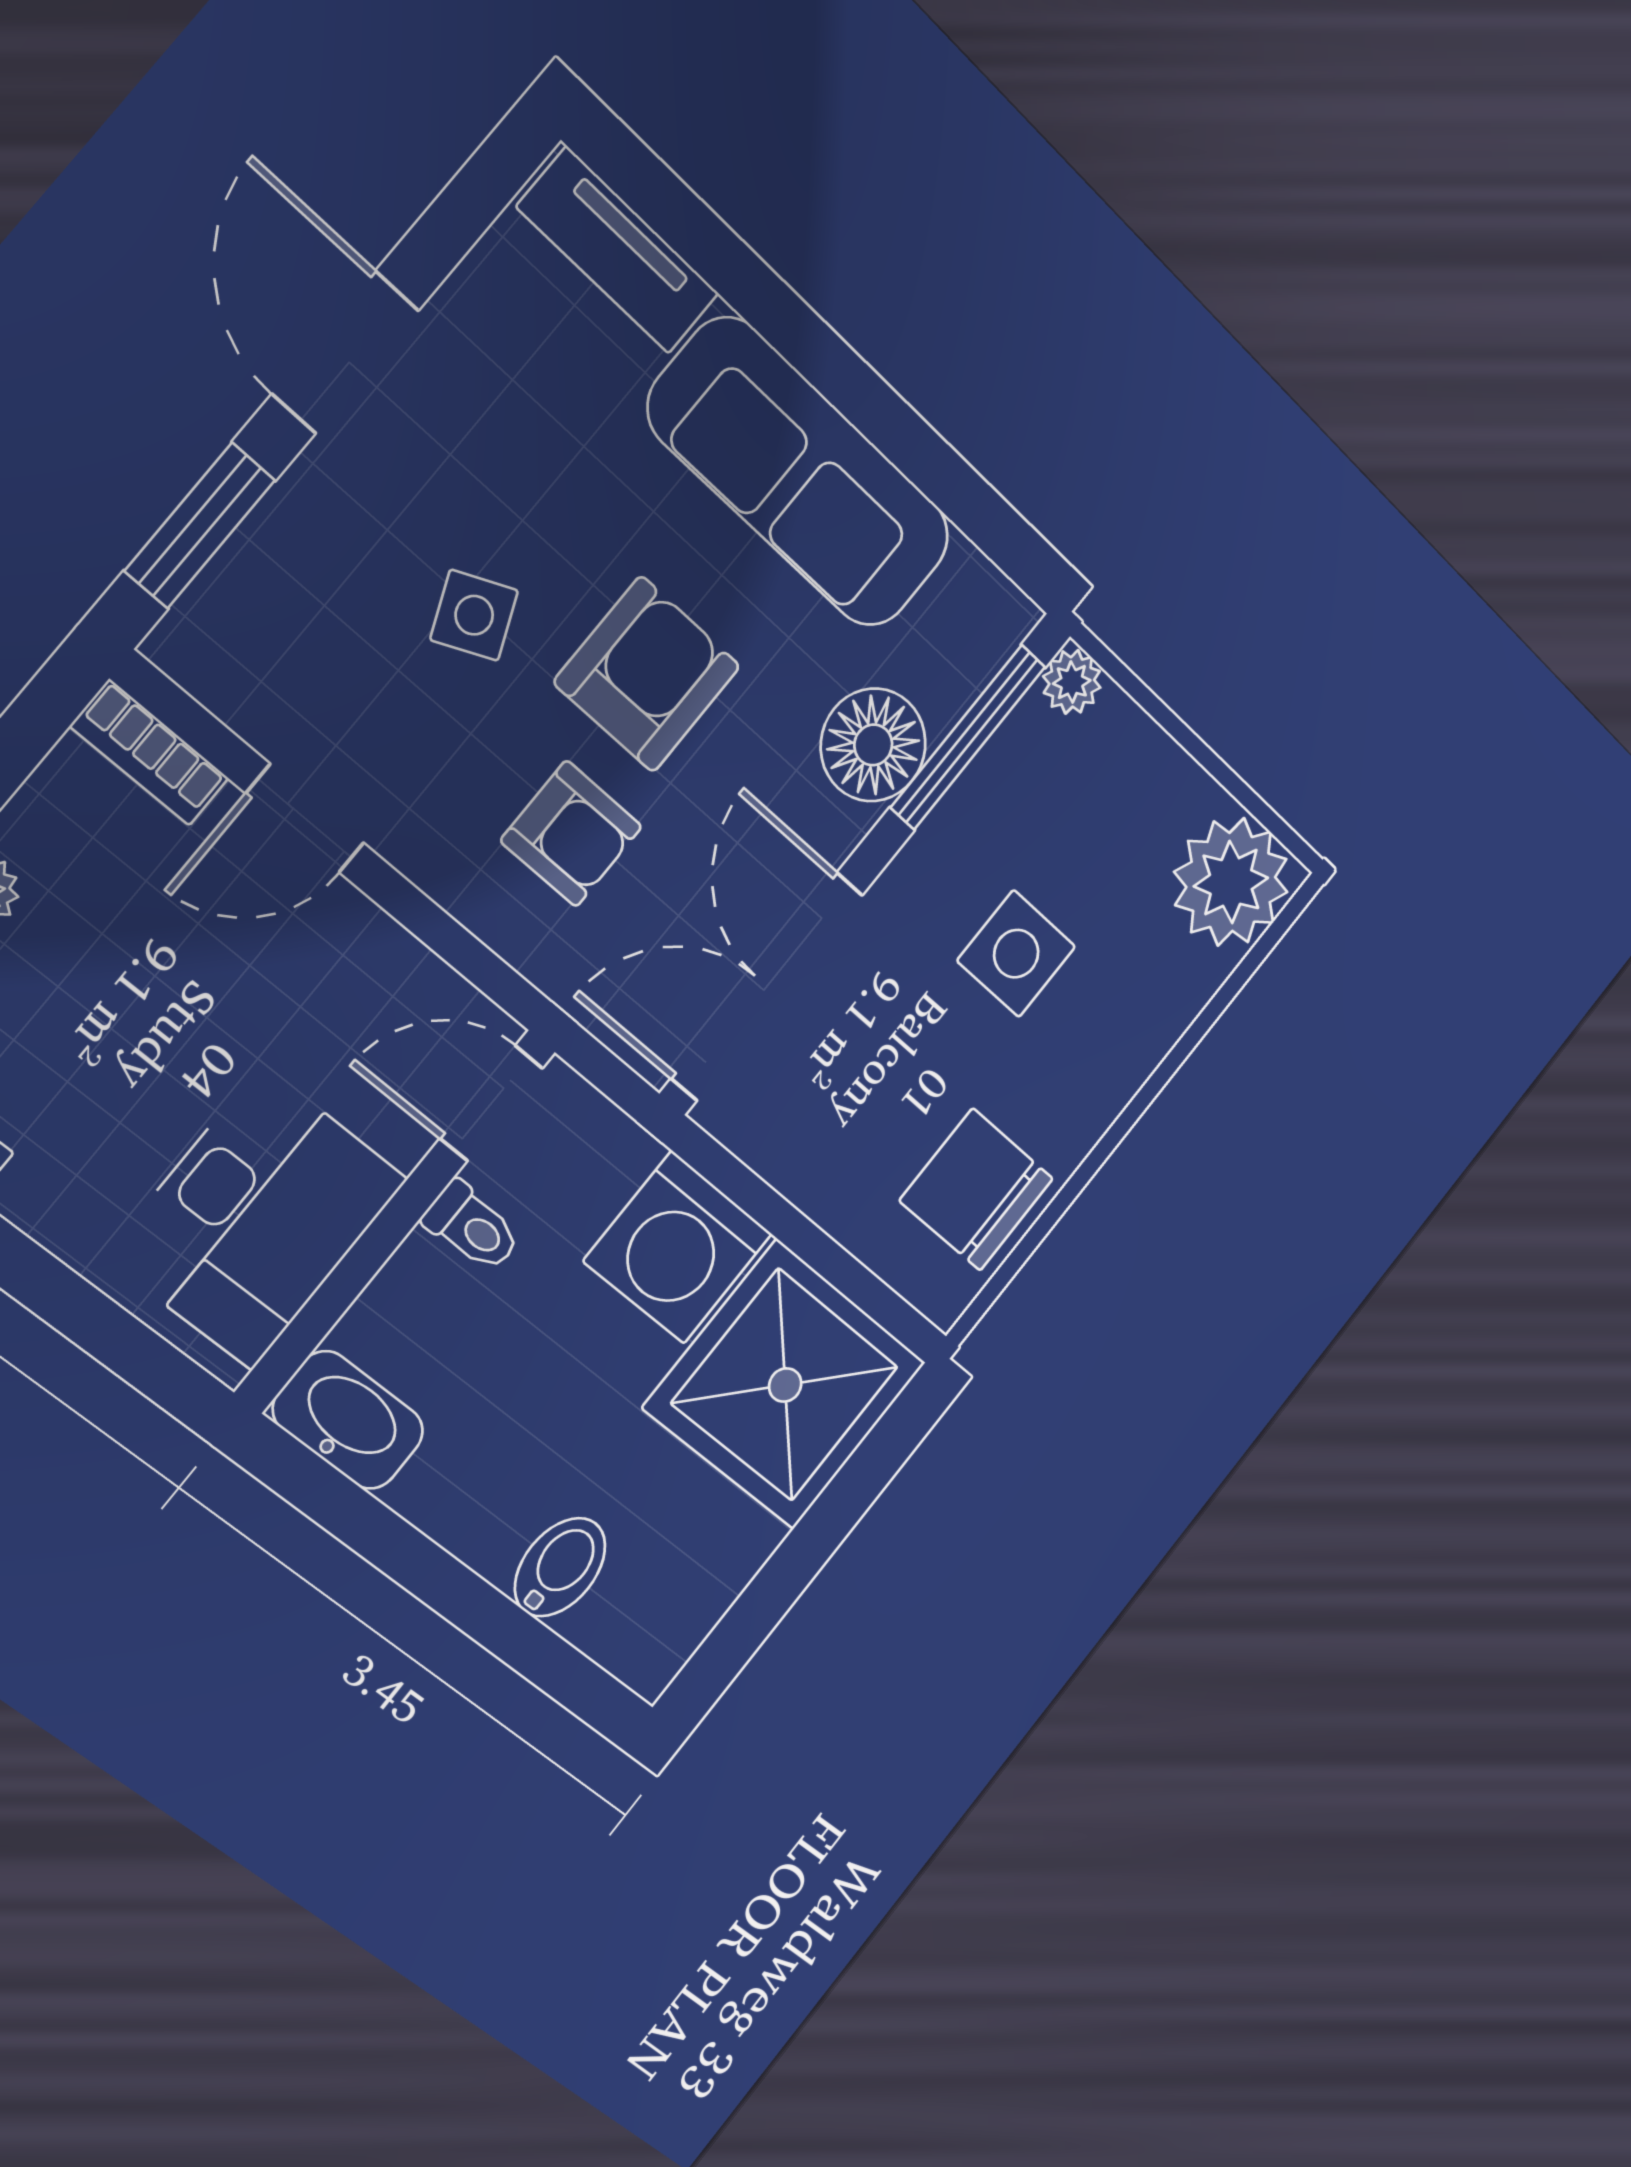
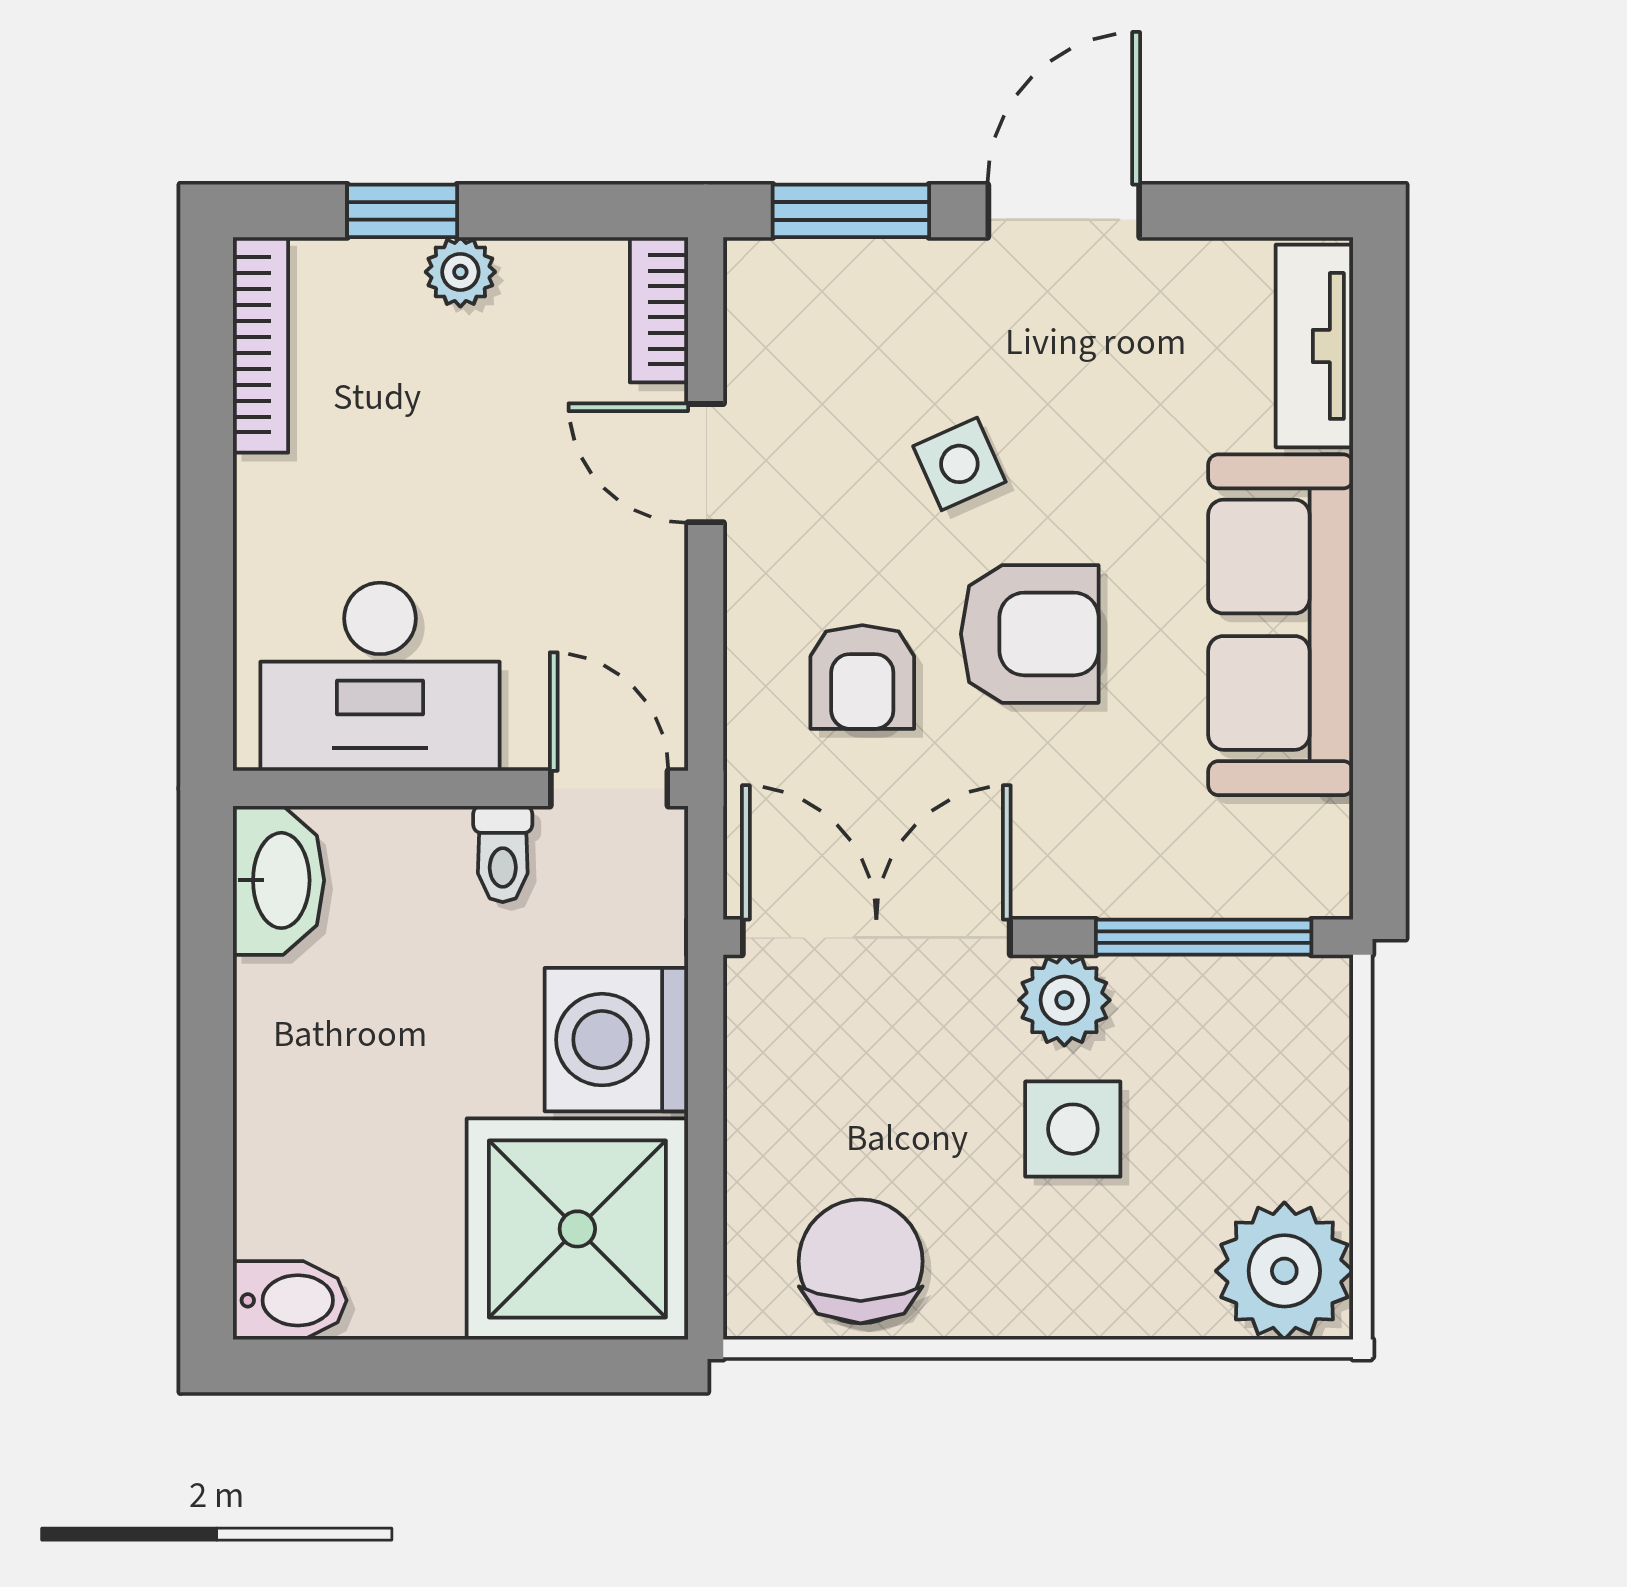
plant: (1072, 682) -> (1064, 1000), moved, width x1.38, depth x1.38
floor lamp: (873, 745) -> (1131, 863), removed
bidet: (560, 1567) -> (290, 1300), moved

